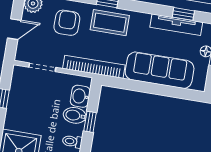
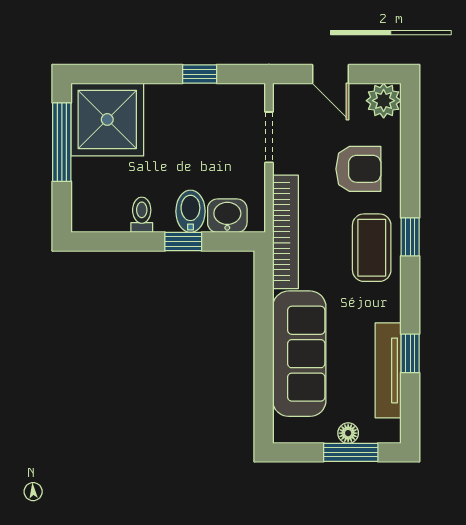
window: (183, 14) -> (410, 353), moved

